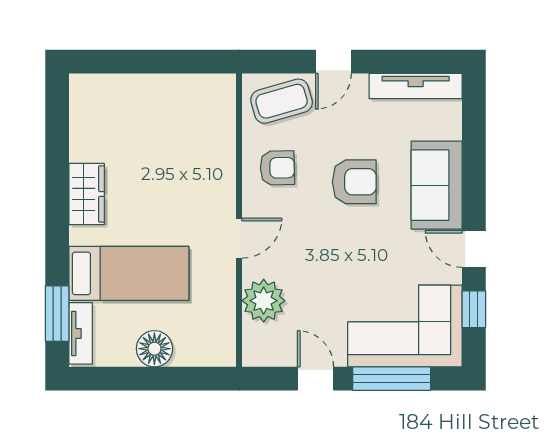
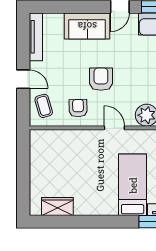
coffee table: (282, 101) -> (44, 106), width x0.73, depth x0.77
armchair: (354, 182) -> (101, 79), moved
wardrobe: (87, 194) -> (57, 206), moved

